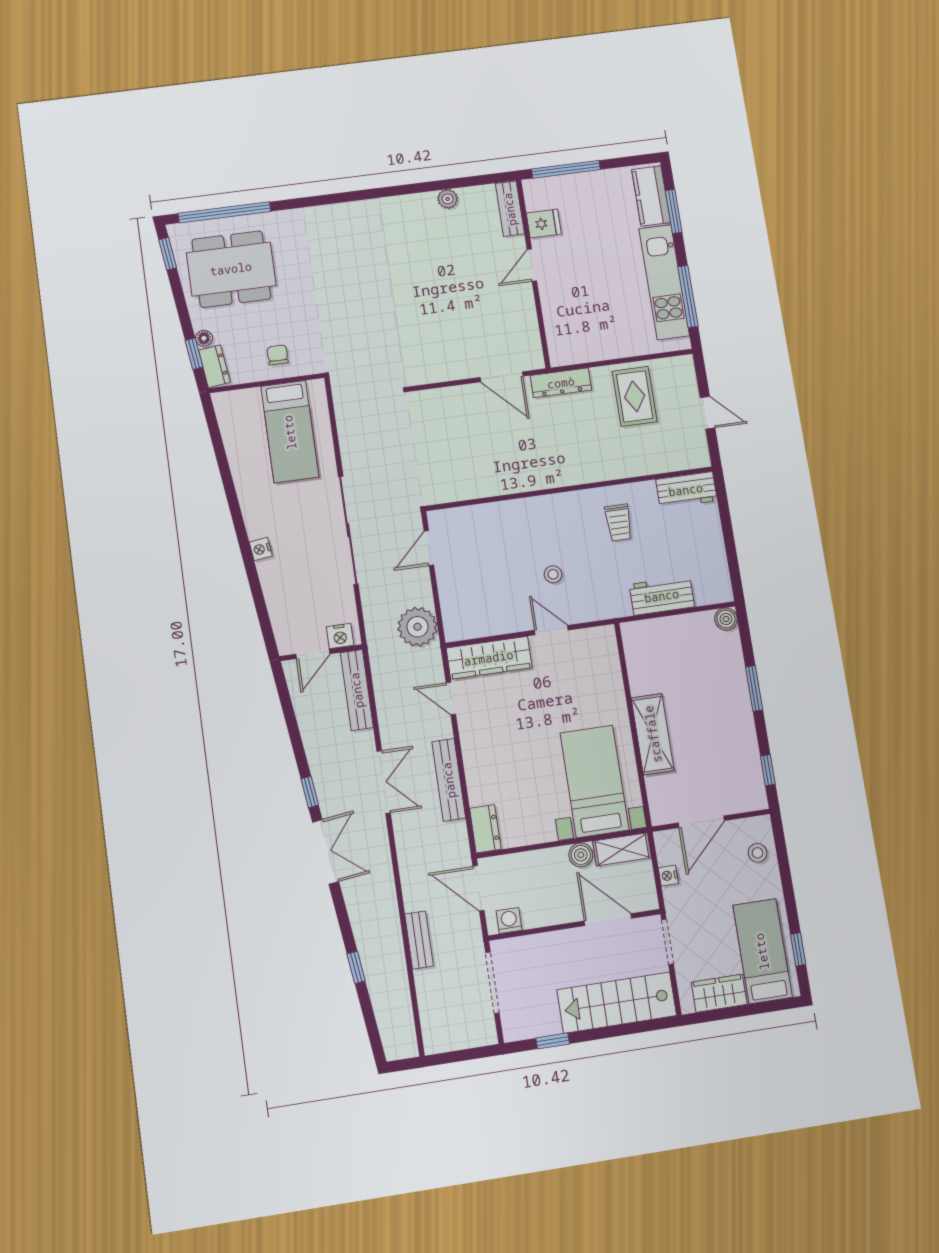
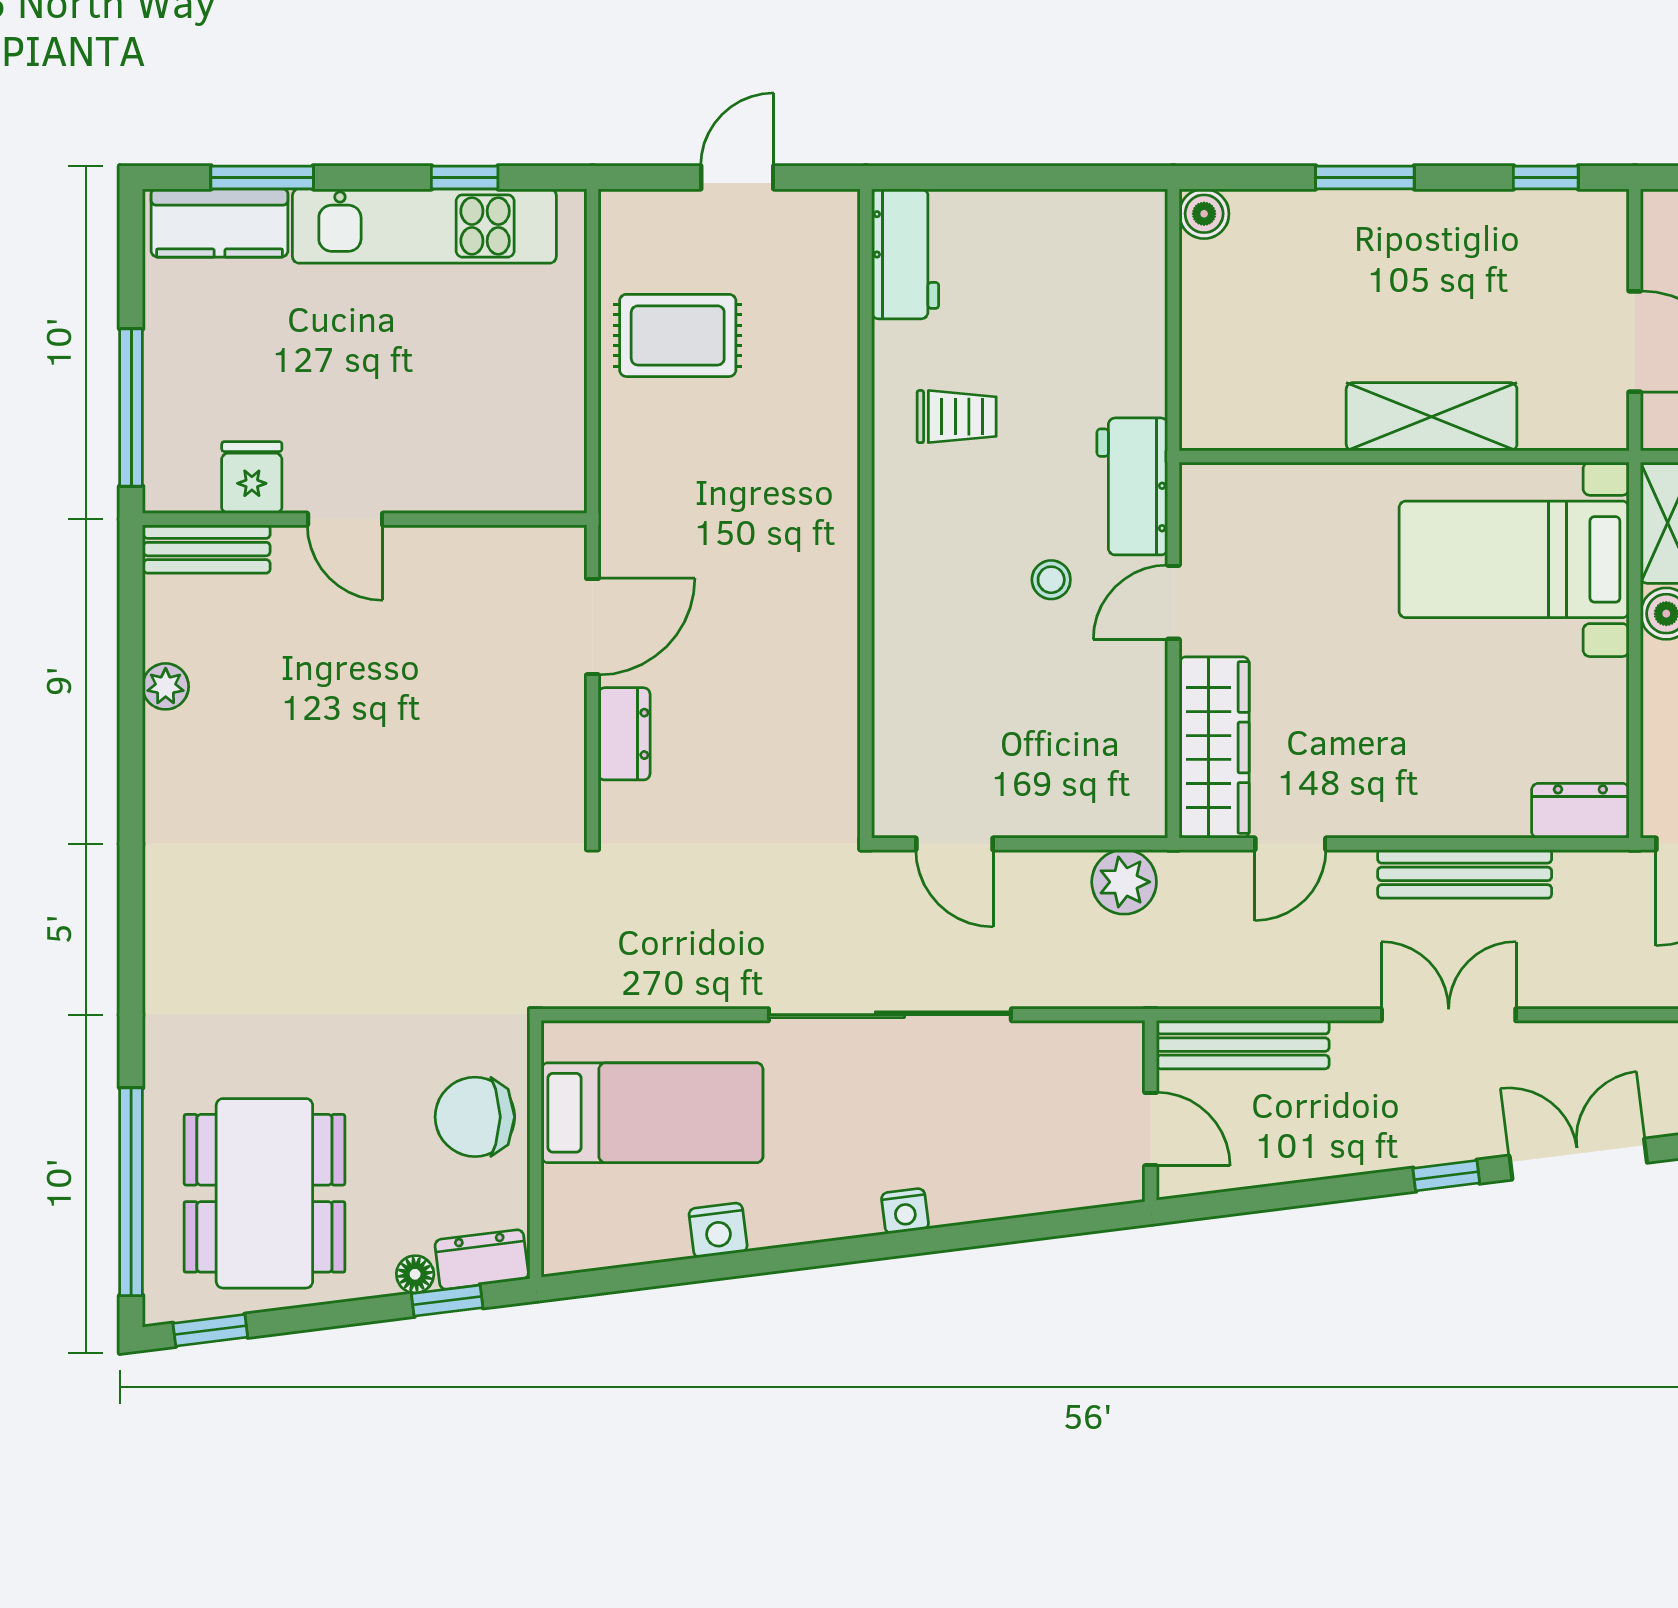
window: (688, 296) -> (465, 177), width x0.46
chair: (277, 355) -> (475, 1117), width x1.87, depth x1.87
dresser: (561, 383) -> (624, 734), moved, width x0.70
workbench: (662, 596) -> (1132, 486), moved
plant: (417, 627) -> (1124, 882), width x0.73, depth x0.73
nightstand: (340, 636) -> (718, 1230), moved, turned 83

